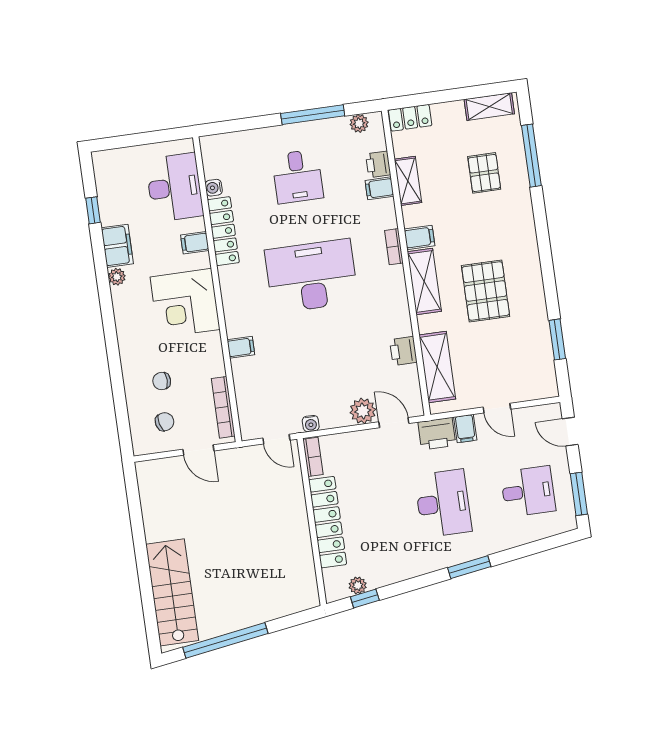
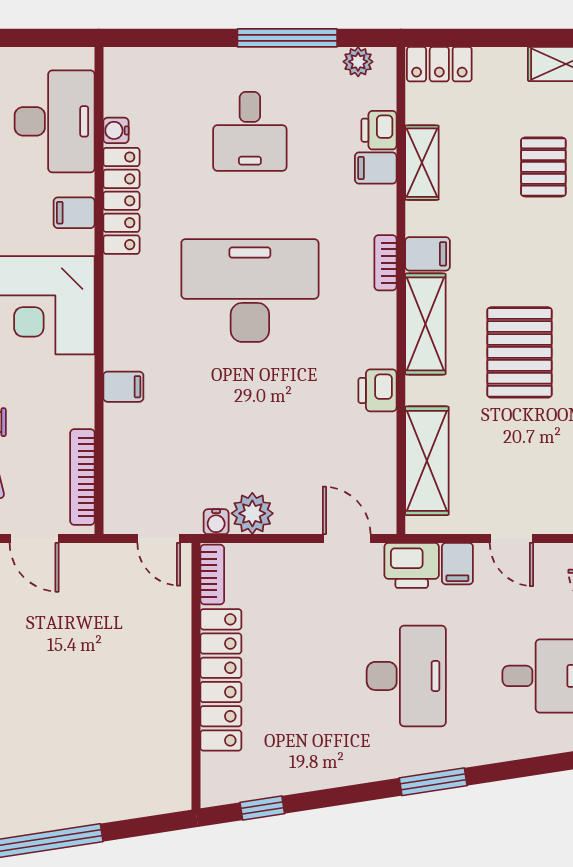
printer: (403, 351) -> (377, 390), moved
plant: (363, 411) -> (252, 513), moved
plant: (358, 585) -> (254, 786), removed

